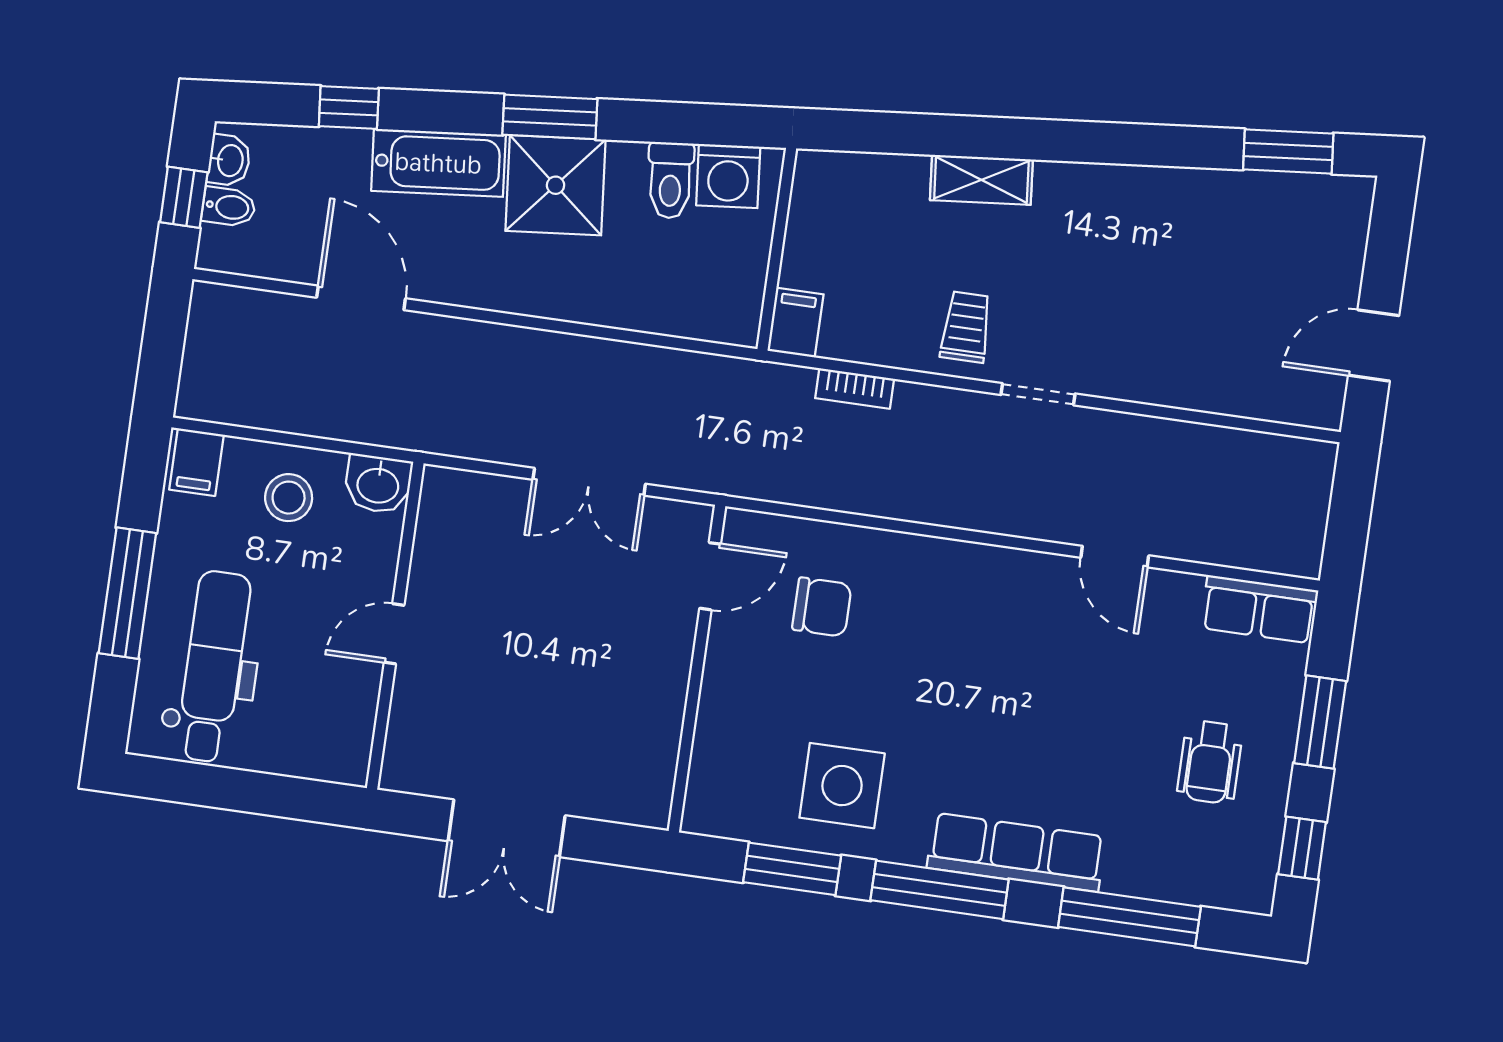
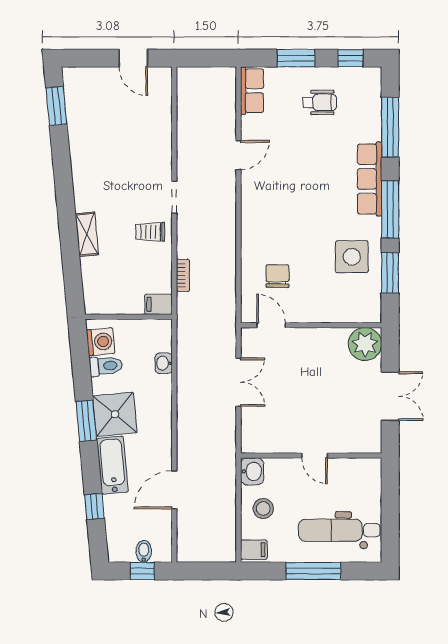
washbasin: (229, 160) -> (164, 363), moved, turned -90
plant: (636, 787) -> (365, 344), added

